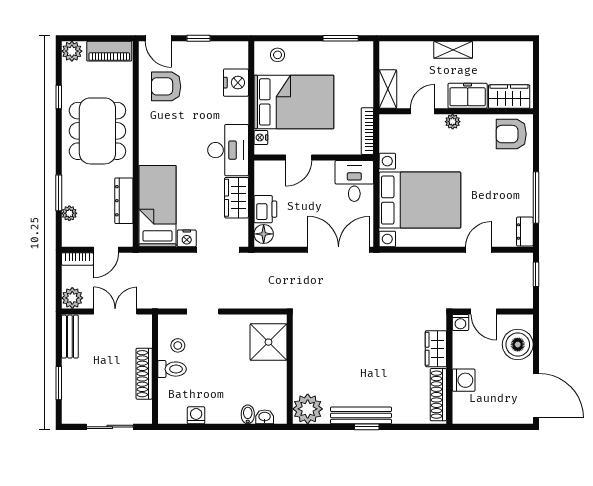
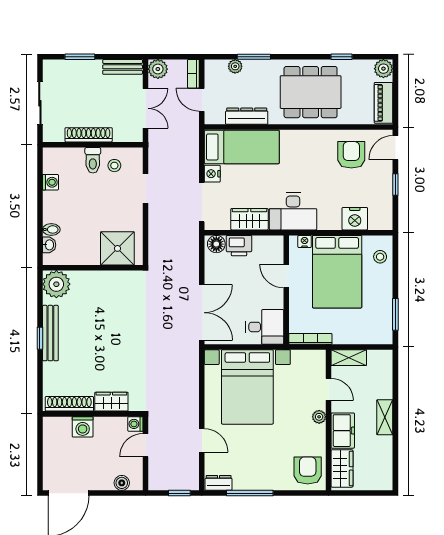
boiler: (518, 345) -> (122, 483), width x0.54, depth x0.54

